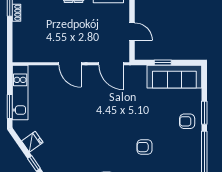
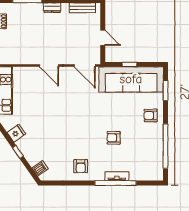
sofa: (174, 77) -> (131, 79), width x1.36, depth x1.27
window: (204, 113) -> (165, 90), moved

